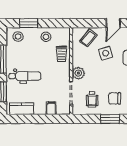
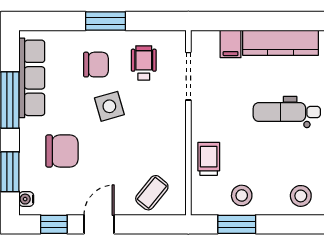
window: (29, 23) -> (237, 224), moved
side table: (106, 53) -> (109, 106), moved
plant: (78, 73) -> (173, 118), removed
kitchen counter: (22, 109) -> (281, 43), width x1.50

